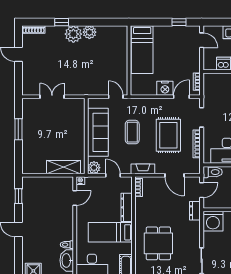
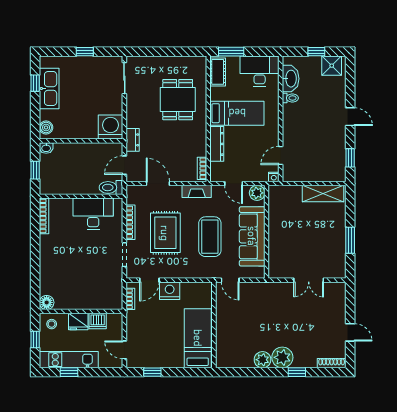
coffee table: (132, 132) -> (210, 237), width x1.36, depth x1.32
shelving: (64, 167) -> (323, 193), moved

